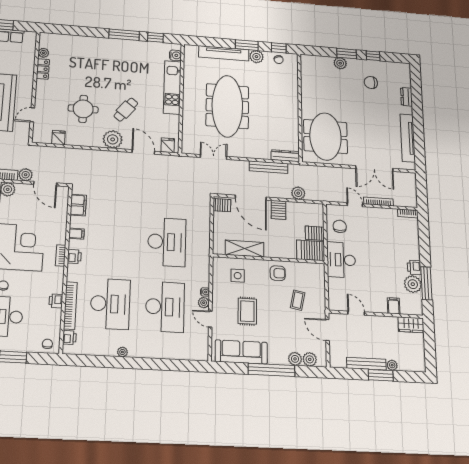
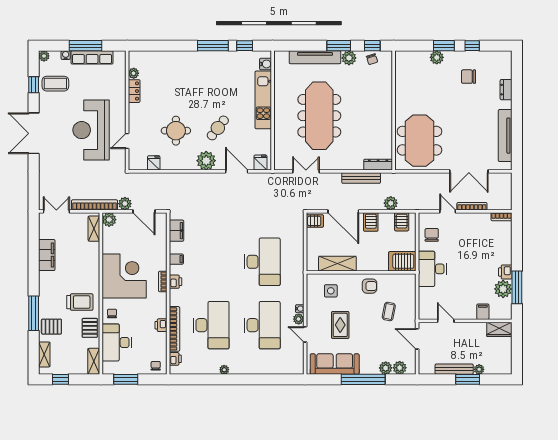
server rack: (315, 233) -> (402, 222), moved, turned -90

